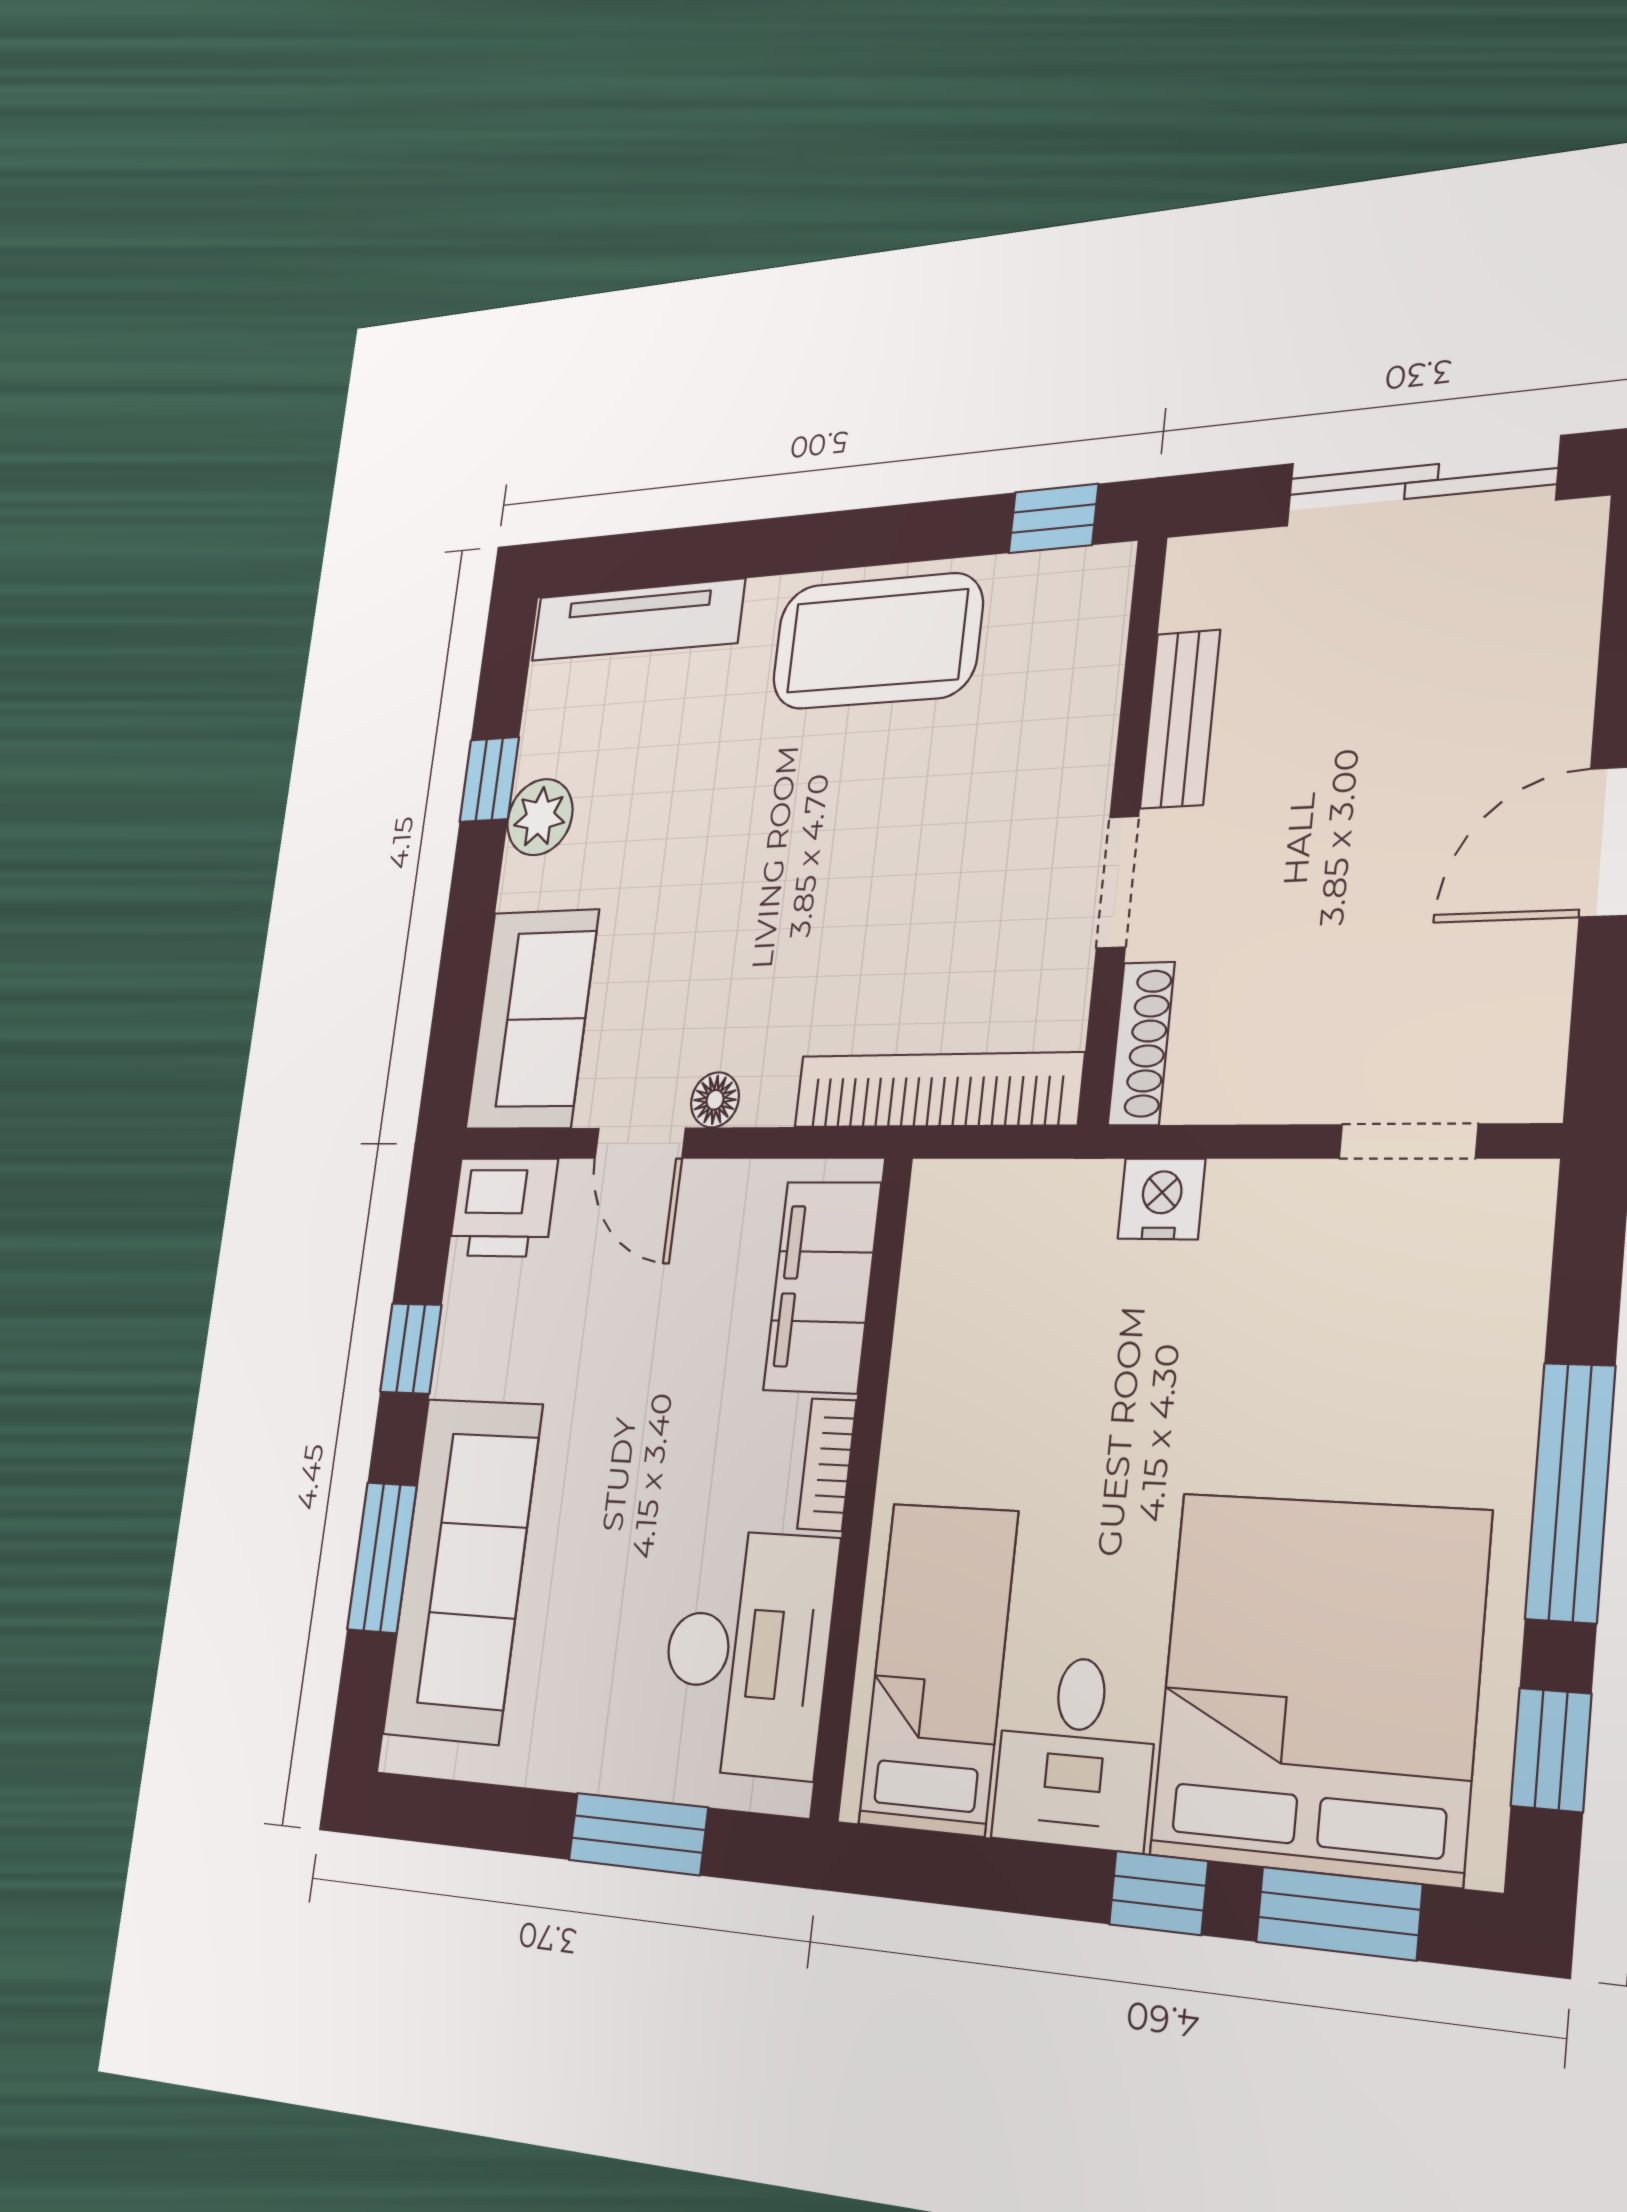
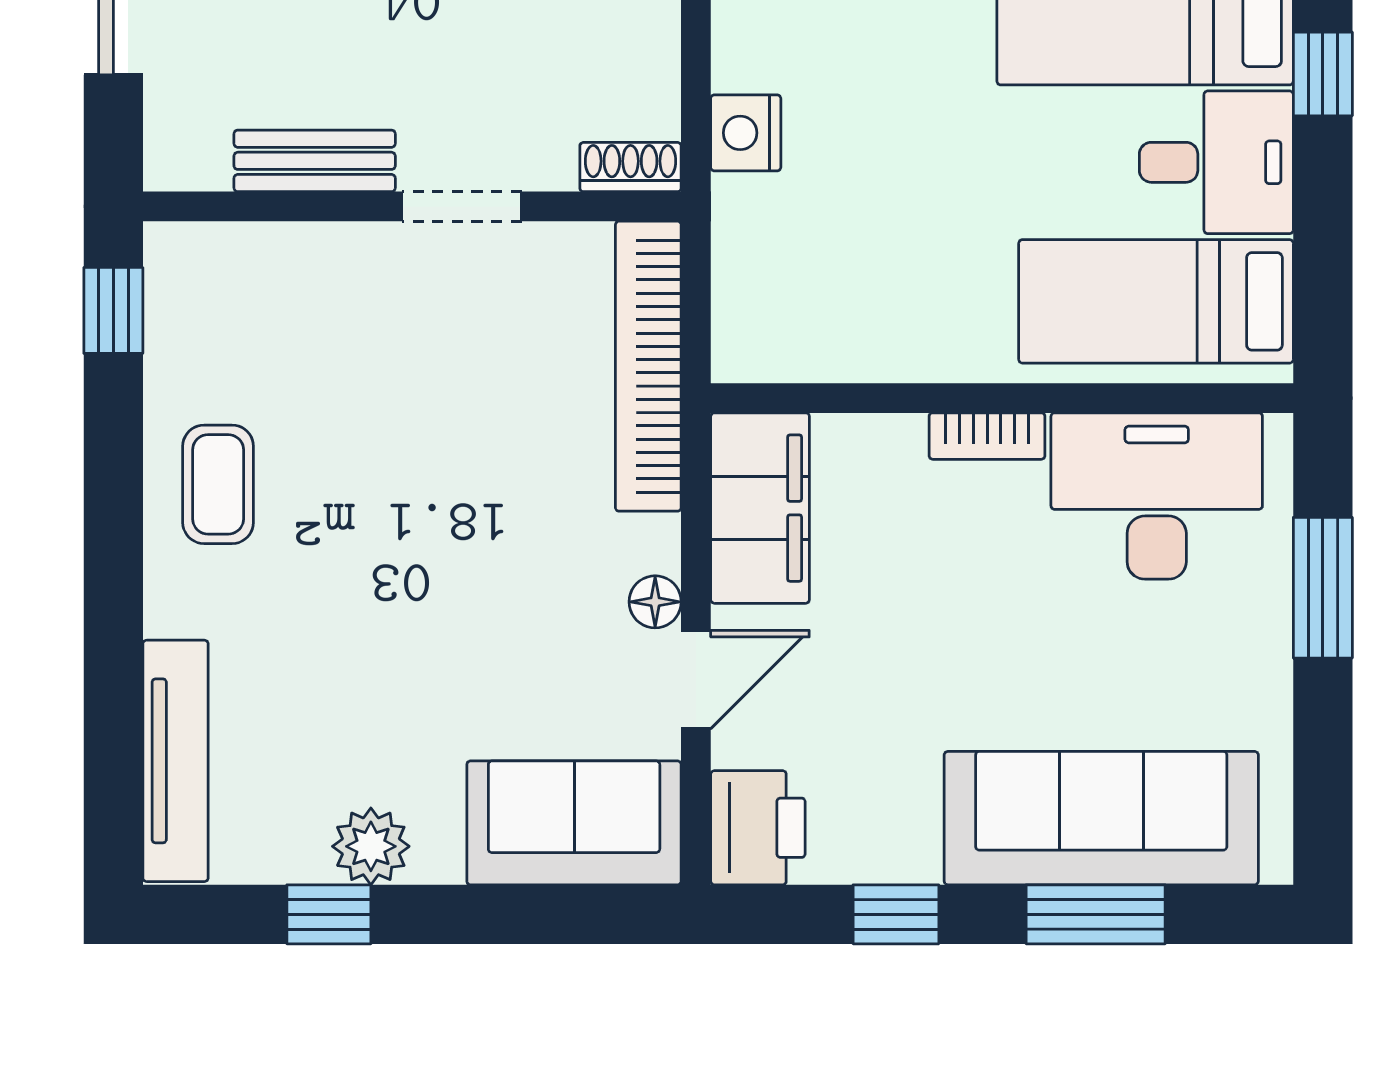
coffee table: (877, 641) -> (218, 484), width x0.54, depth x0.58
shoe rack: (1141, 1044) -> (630, 167), width x0.70
filing cabinet: (822, 1287) -> (760, 508), moved, turned -90

